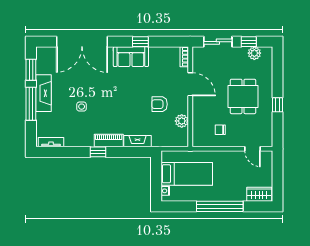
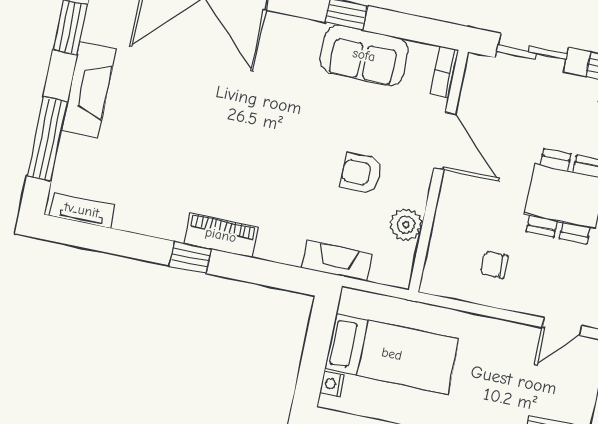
sofa: (131, 57) -> (364, 55), moved
window: (31, 104) -> (47, 139), moved
side table: (82, 107) -> (173, 140), removed
fireplace: (138, 141) -> (337, 261), moved
door: (253, 149) -> (562, 327), hinge flipped

